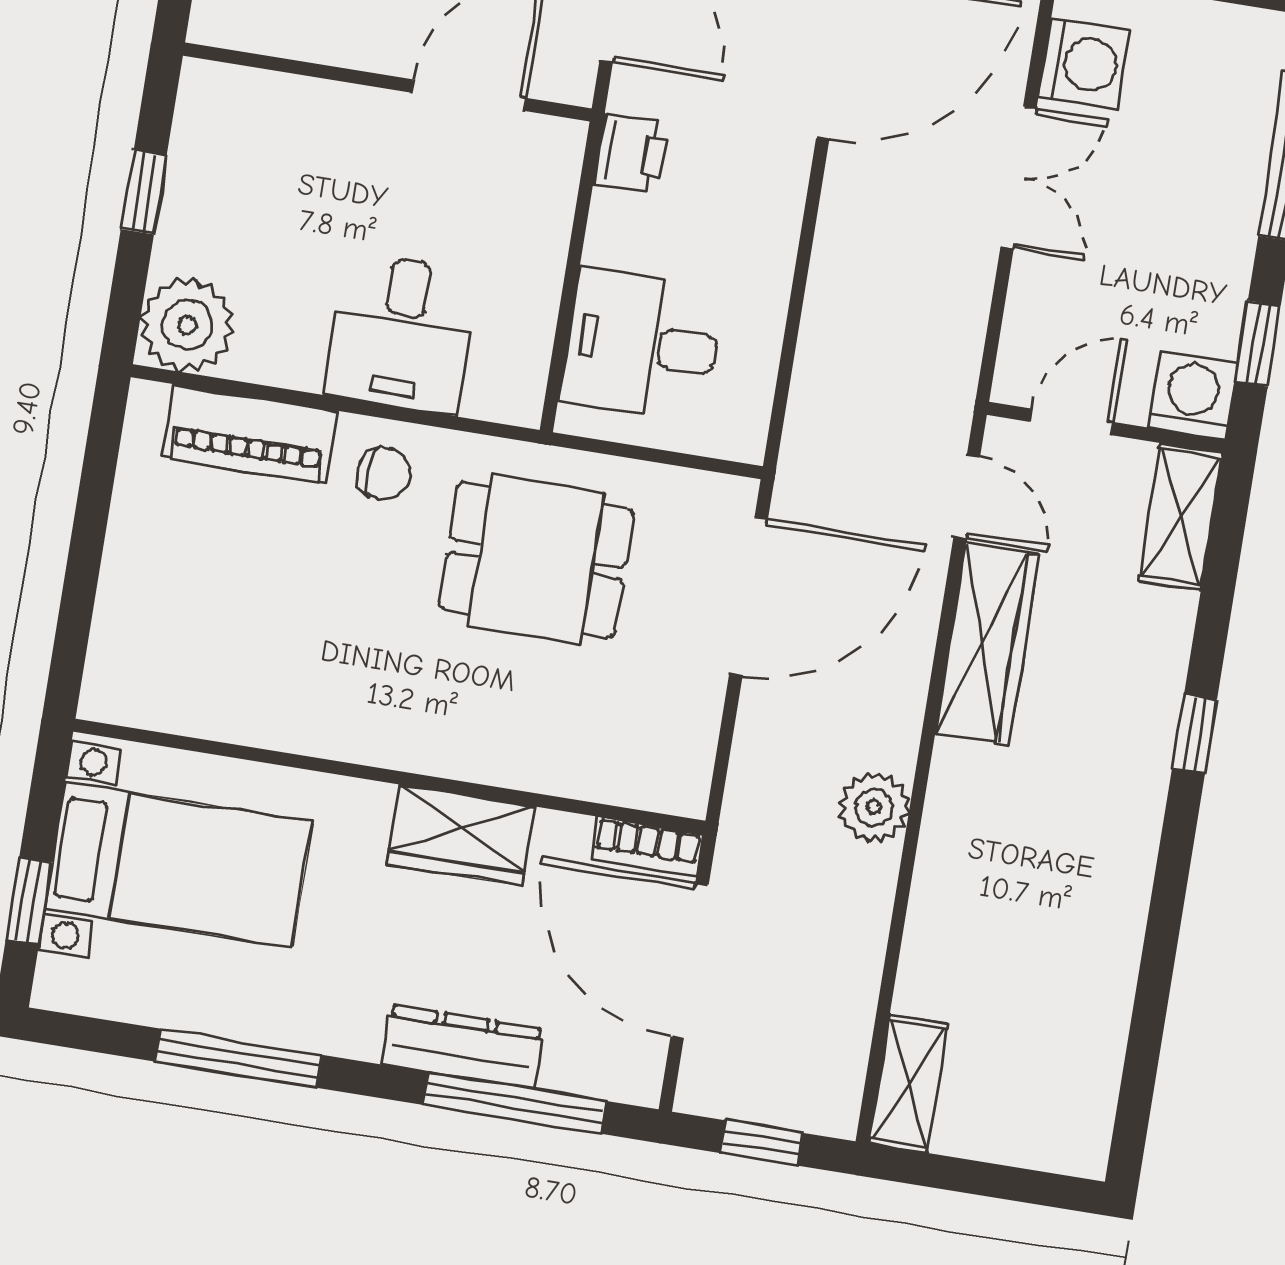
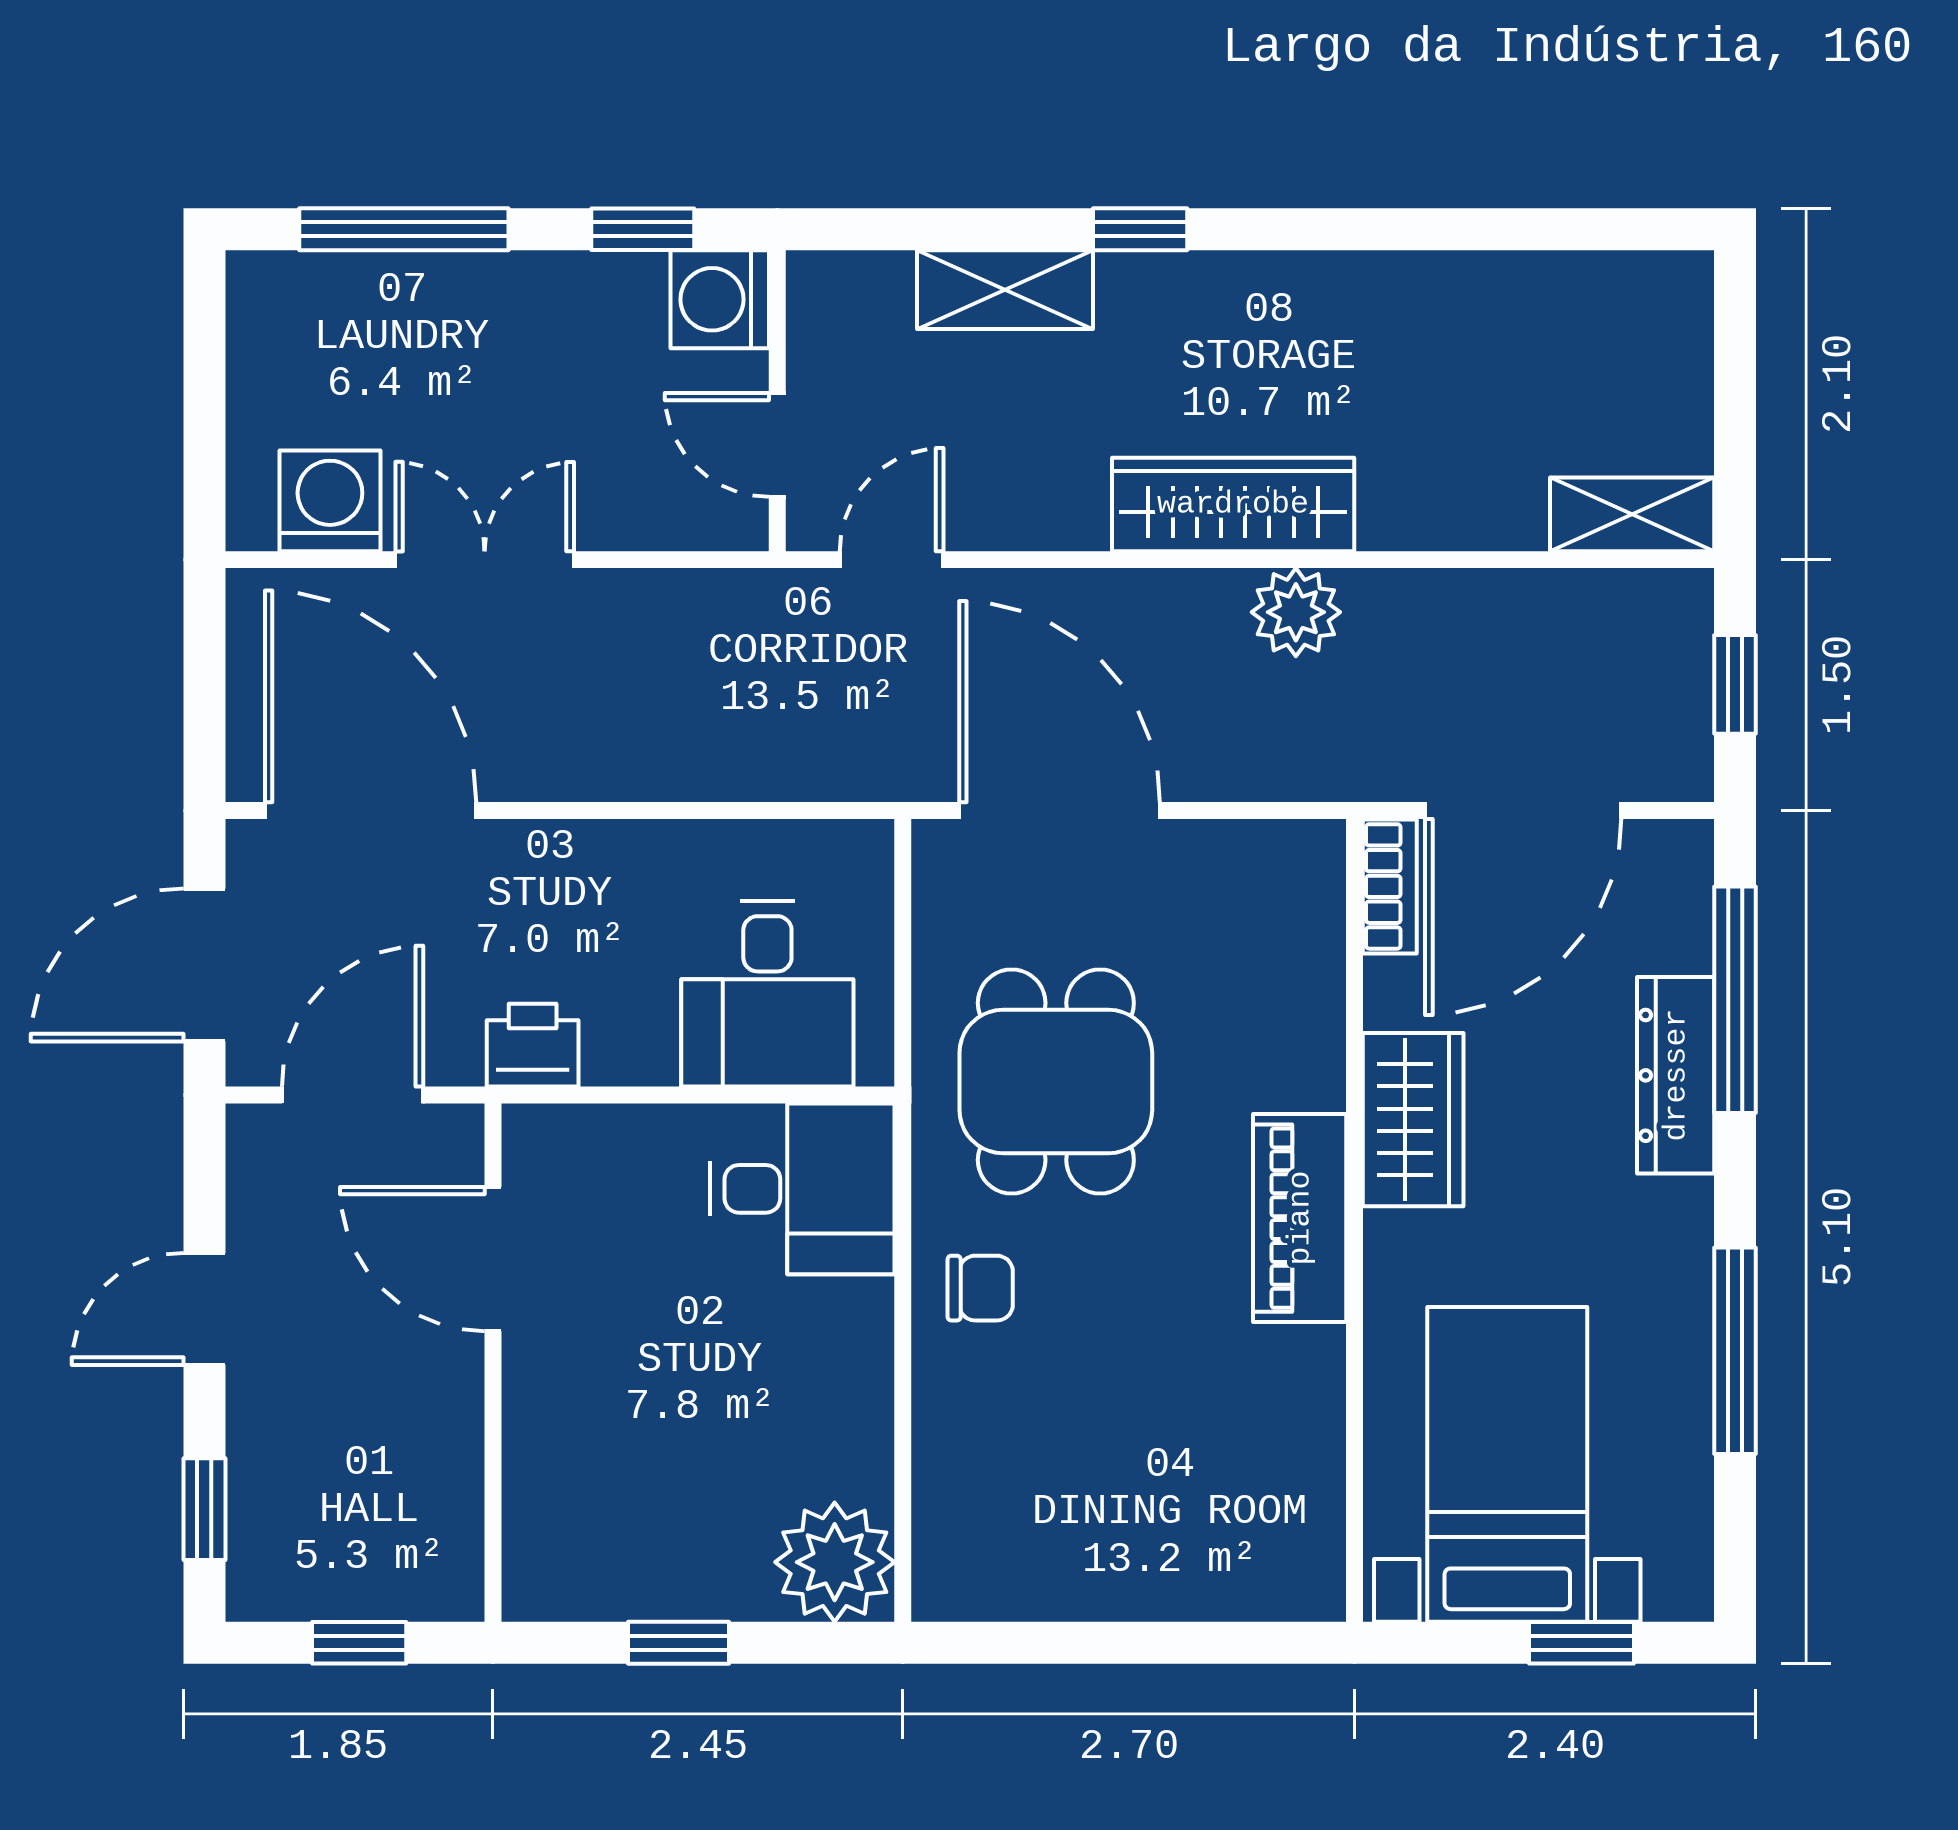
desk: (401, 333) -> (802, 1189), moved
piano: (249, 434) -> (1300, 1218), moved, turned 180
chair: (384, 474) -> (980, 1288), turned 88
shelving: (1181, 517) -> (1005, 290), moved
wardrobe: (987, 644) -> (1233, 504), moved

